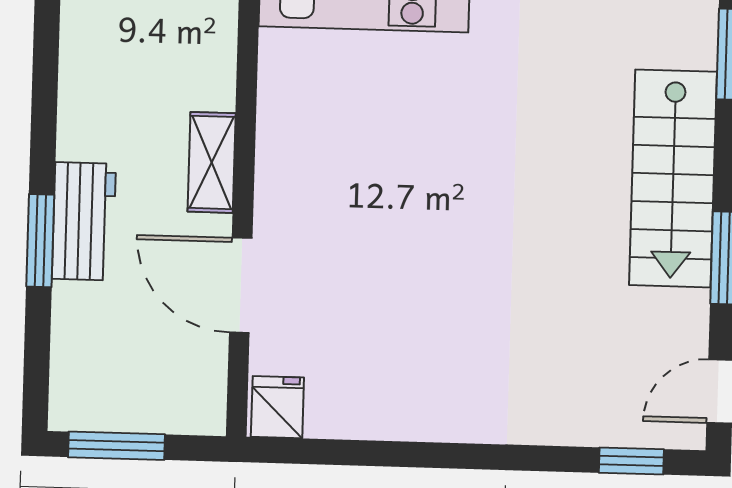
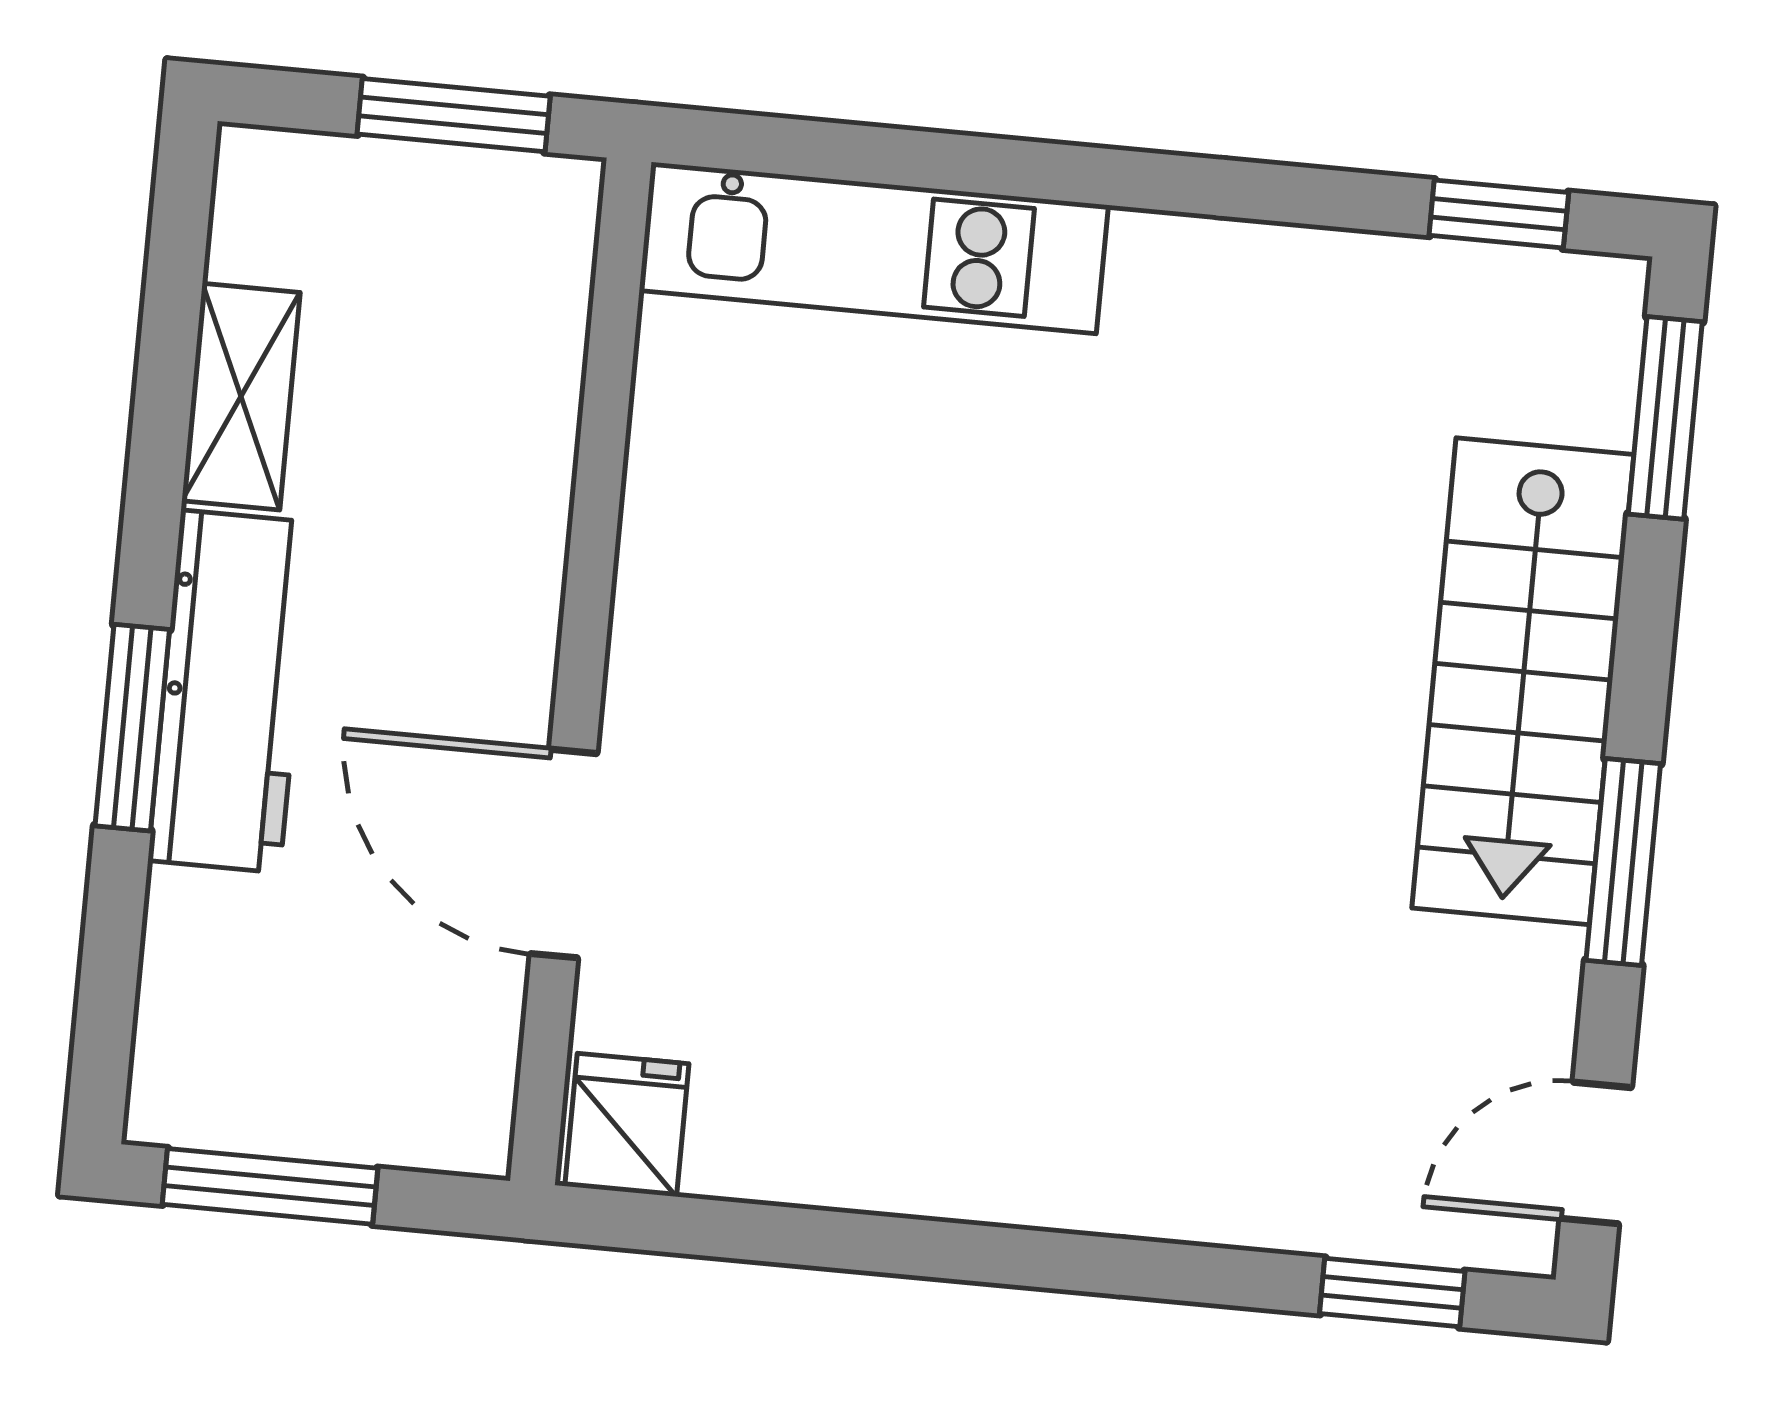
shelving: (212, 162) -> (241, 397), moved
workbench: (84, 221) -> (230, 691), width x1.38

